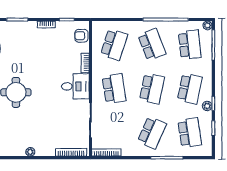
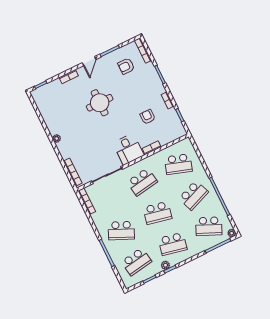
armchair: (81, 36) -> (148, 117), moved
school desk: (190, 45) -> (209, 226), turned 30

